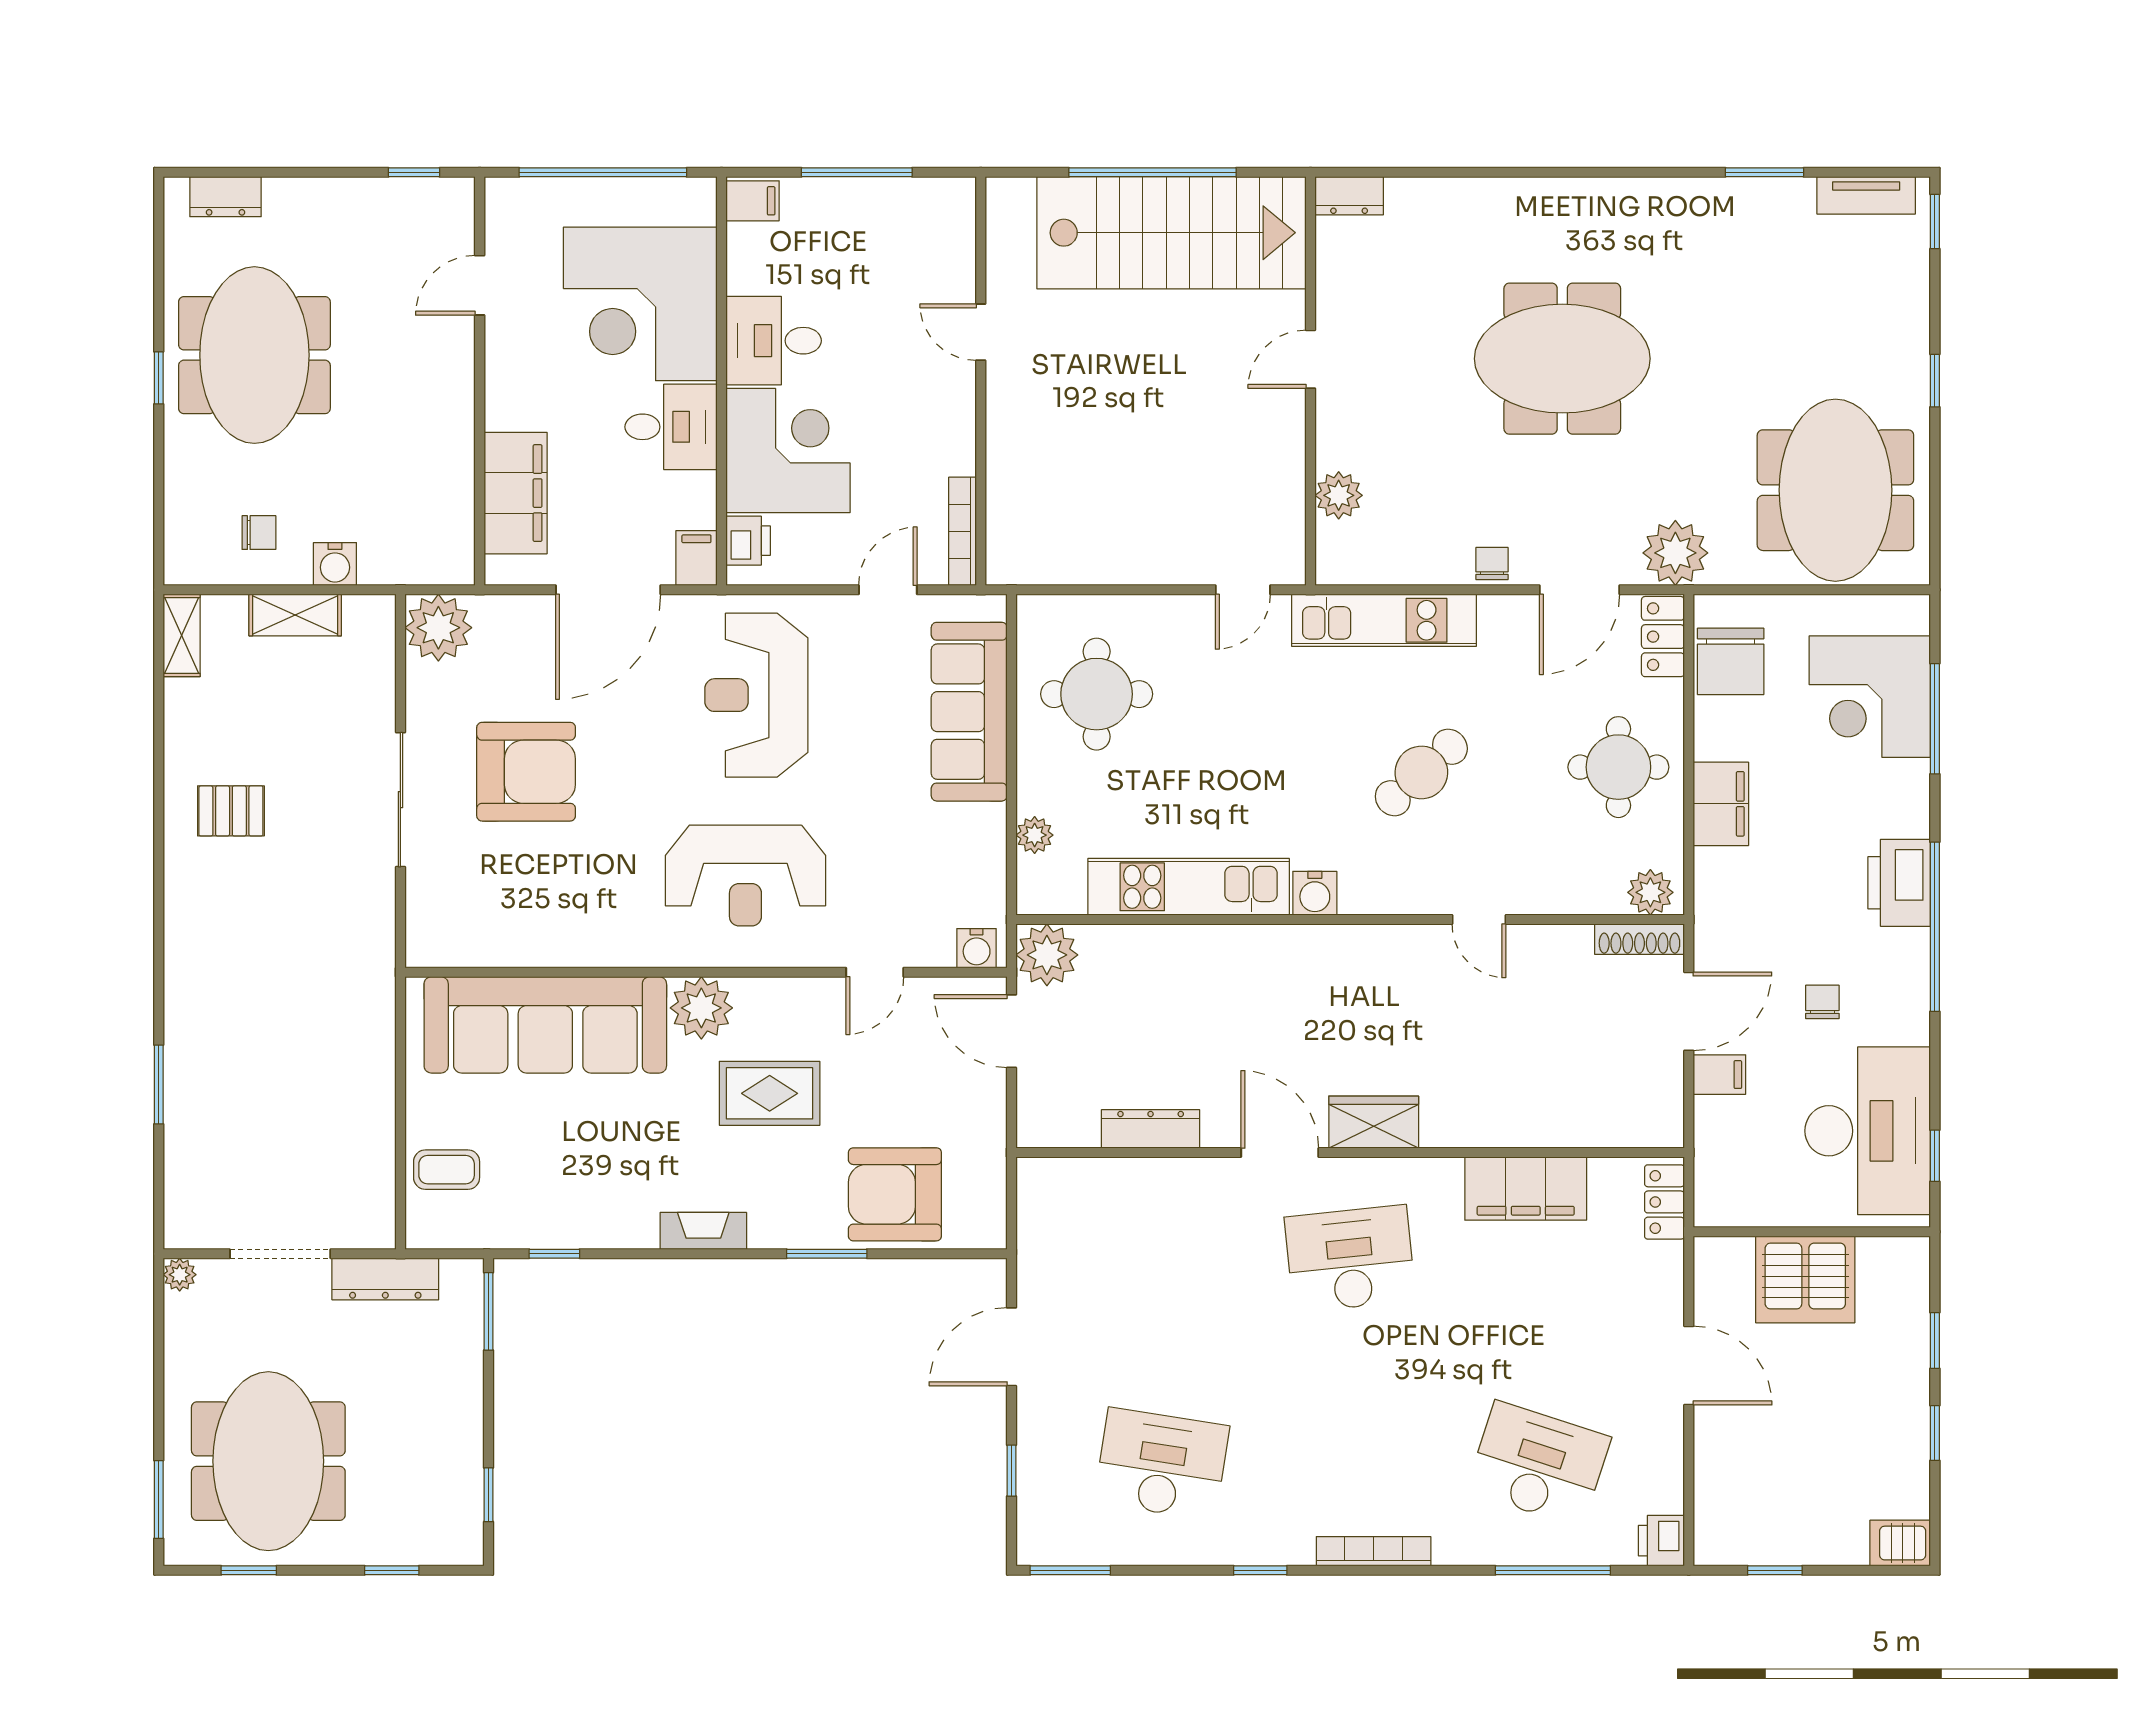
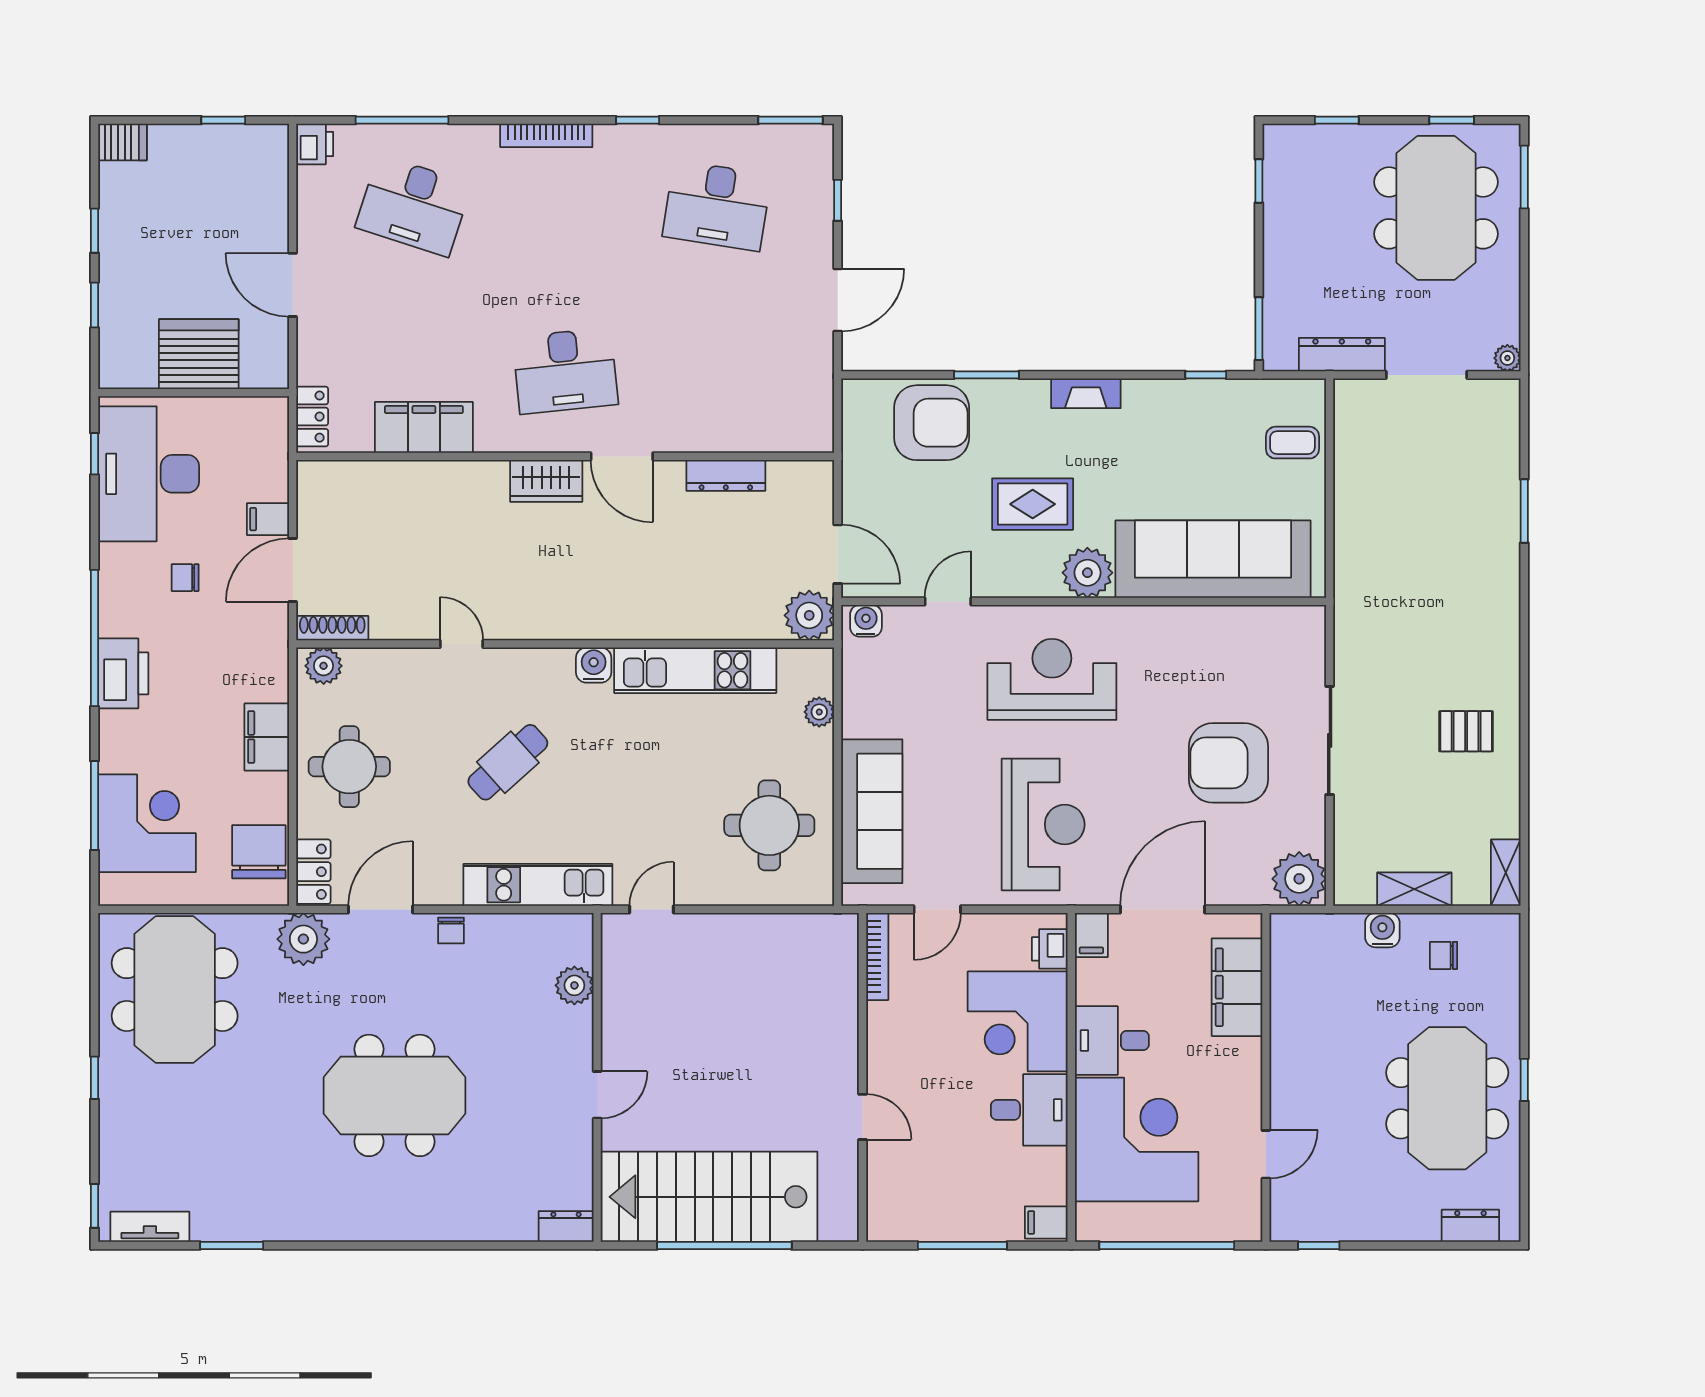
chair: (1822, 1002) -> (185, 578), turned 90

